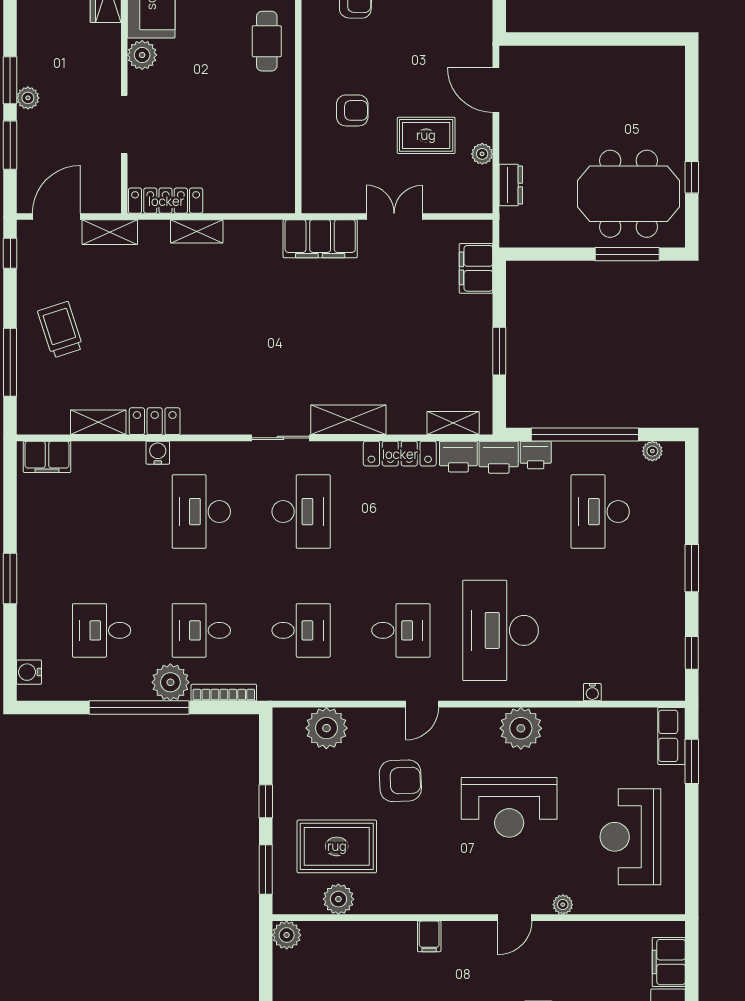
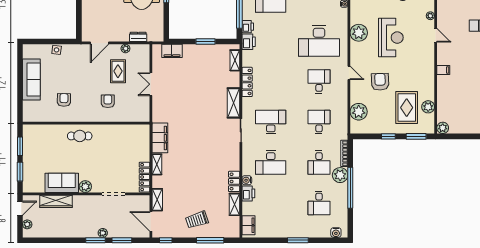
filing cabinet: (320, 239) -> (160, 138), moved
printer: (458, 457) -> (248, 193), moved

